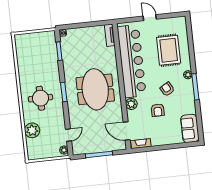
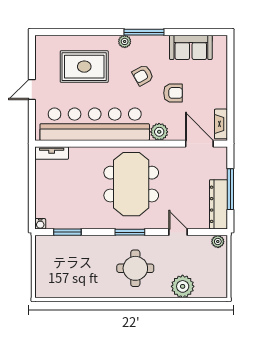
meeting table: (95, 89) -> (131, 184), turned 90
sofa: (190, 128) -> (191, 47), moved
door: (127, 131) -> (199, 144), swing flipped
door: (68, 135) -> (178, 232), moved
dresser: (88, 148) -> (218, 204), added

